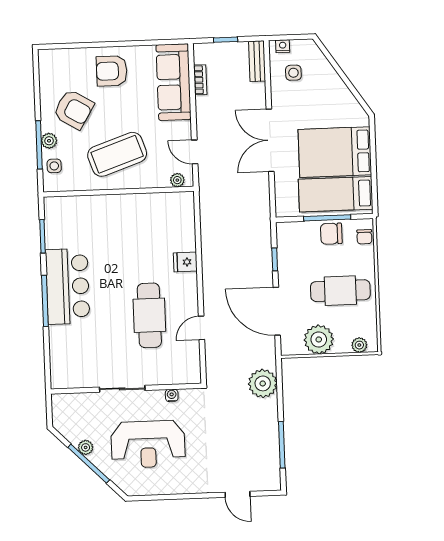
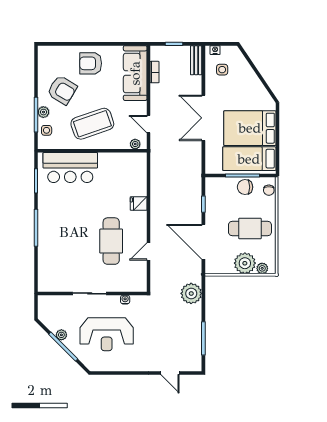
bar counter: (68, 286) -> (70, 168), moved, turned 90
plant: (319, 339) -> (245, 263), moved

